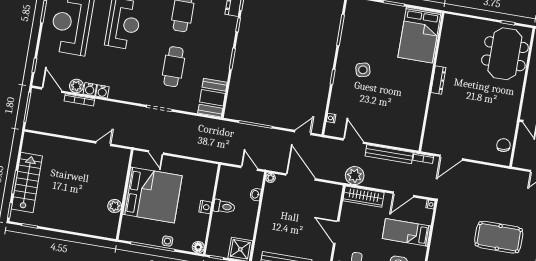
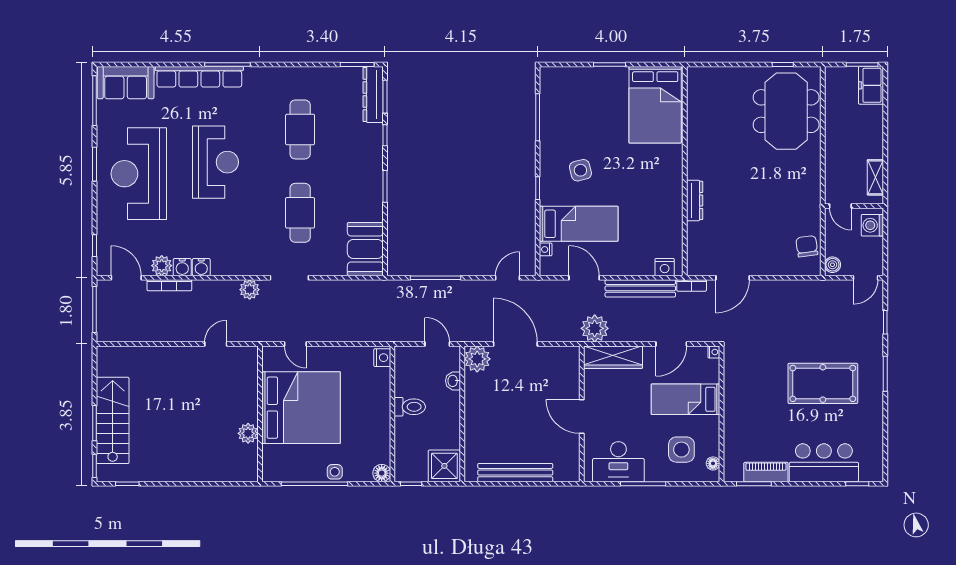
dresser: (438, 80) -> (695, 200), moved
bed: (356, 105) -> (579, 224), added
plant: (132, 112) -> (250, 290), added
nightstand: (408, 143) -> (665, 267), added
boiler: (518, 160) -> (832, 265), added
plant: (270, 178) -> (477, 359), width x1.88, depth x1.88
nightstand: (205, 207) -> (382, 358), moved

